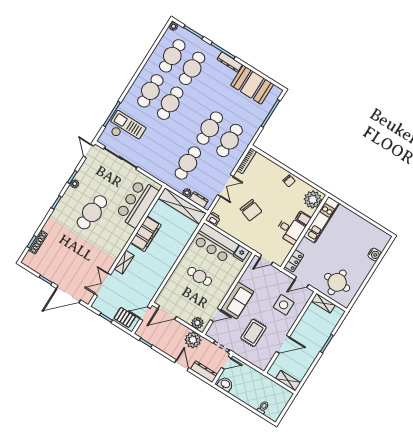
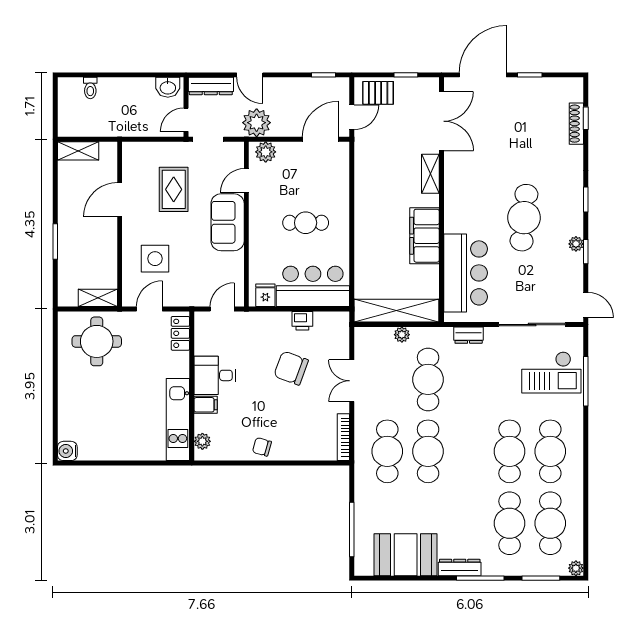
dresser: (199, 200) -> (469, 335), moved
plant: (313, 200) -> (202, 441), width x0.53, depth x0.53
printer: (213, 219) -> (302, 321), moved
water cooler: (375, 254) -> (67, 451), moved
double door: (103, 284) -> (441, 121), width x1.37

